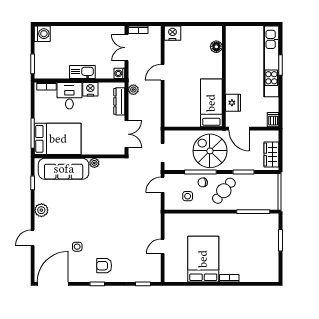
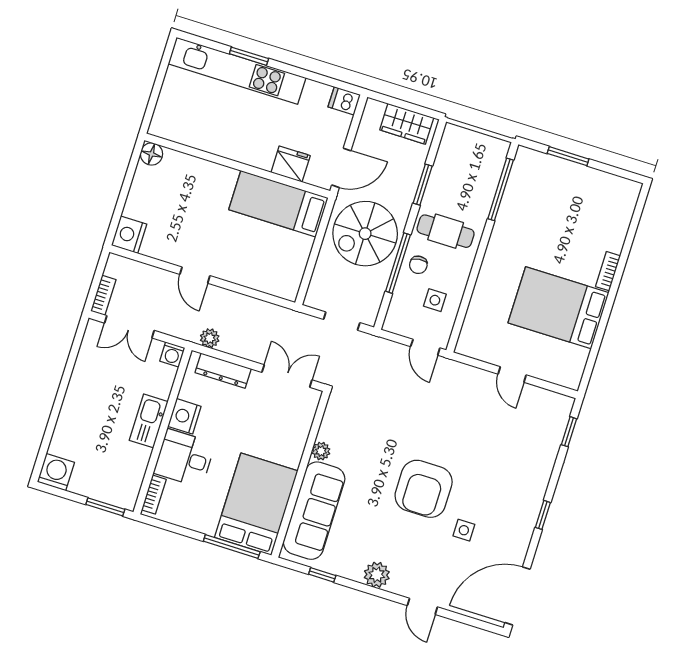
floor lamp: (216, 47) -> (151, 154), moved
door: (163, 185) -> (425, 347), moved
cafe table: (224, 191) -> (446, 231), turned -39
armchair: (104, 266) -> (424, 489), moved, width x1.88, depth x1.88
door: (53, 284) -> (518, 596), hinge flipped

